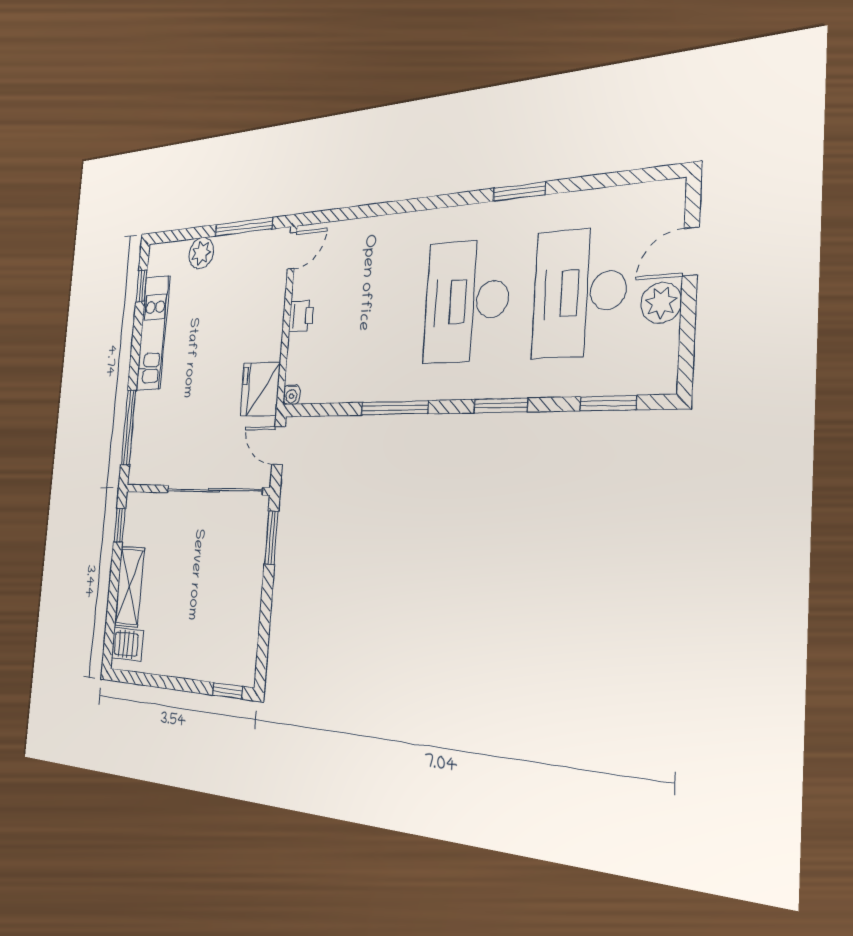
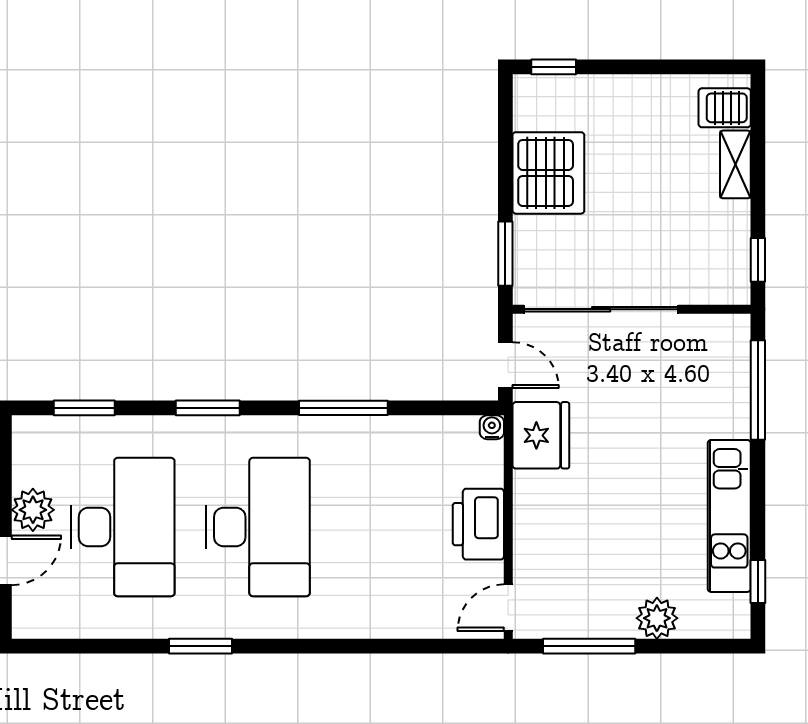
printer: (301, 316) -> (478, 524), width x1.87, depth x1.48
shelving: (129, 587) -> (735, 164), width x0.67, depth x0.75
server rack: (238, 603) -> (548, 173), added

